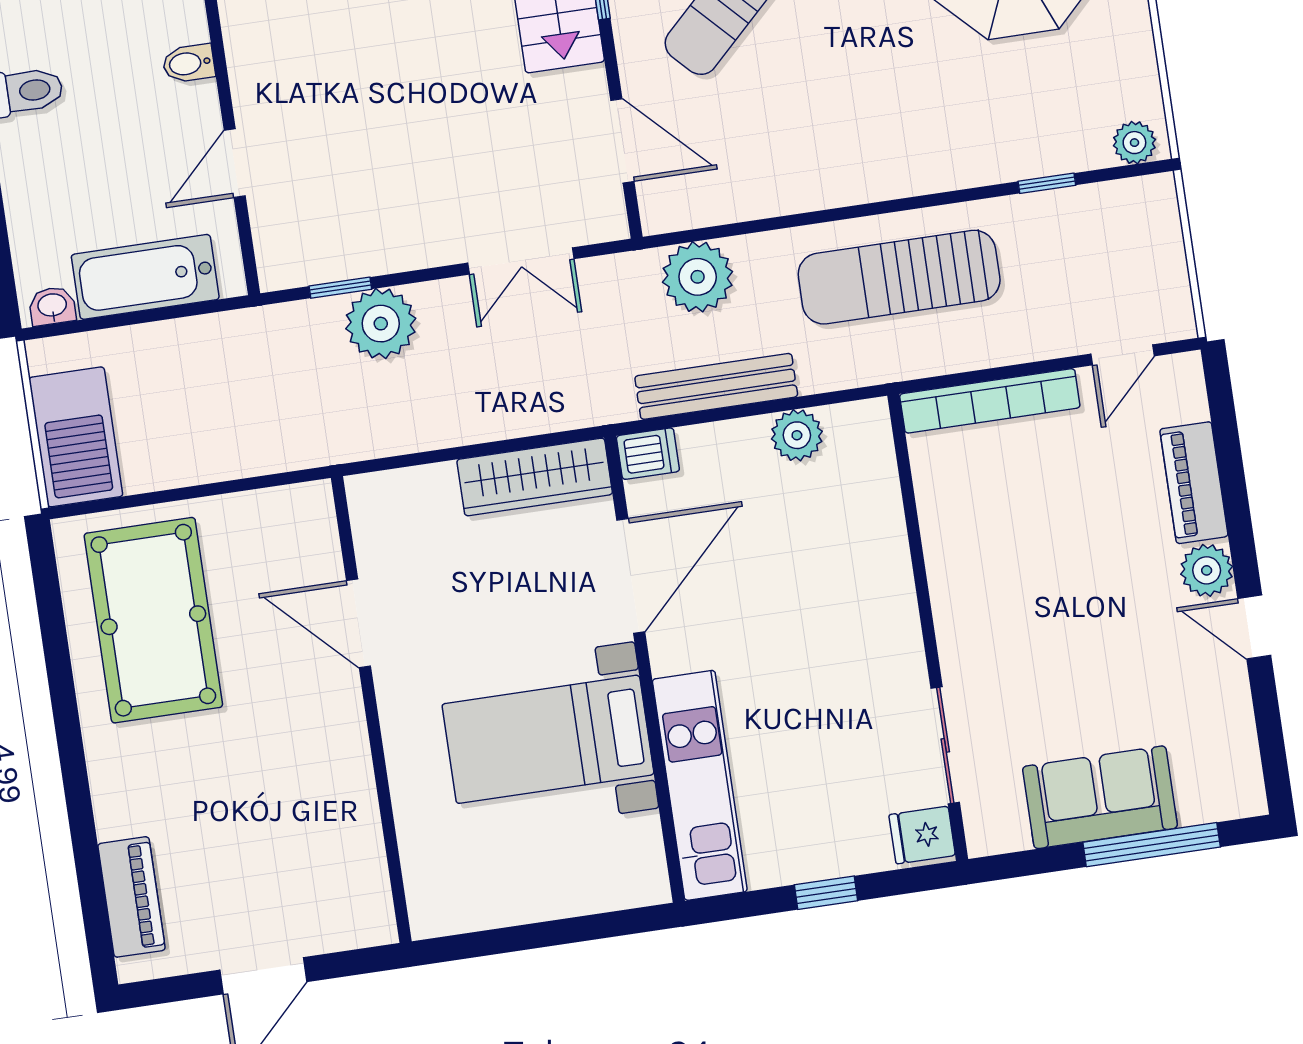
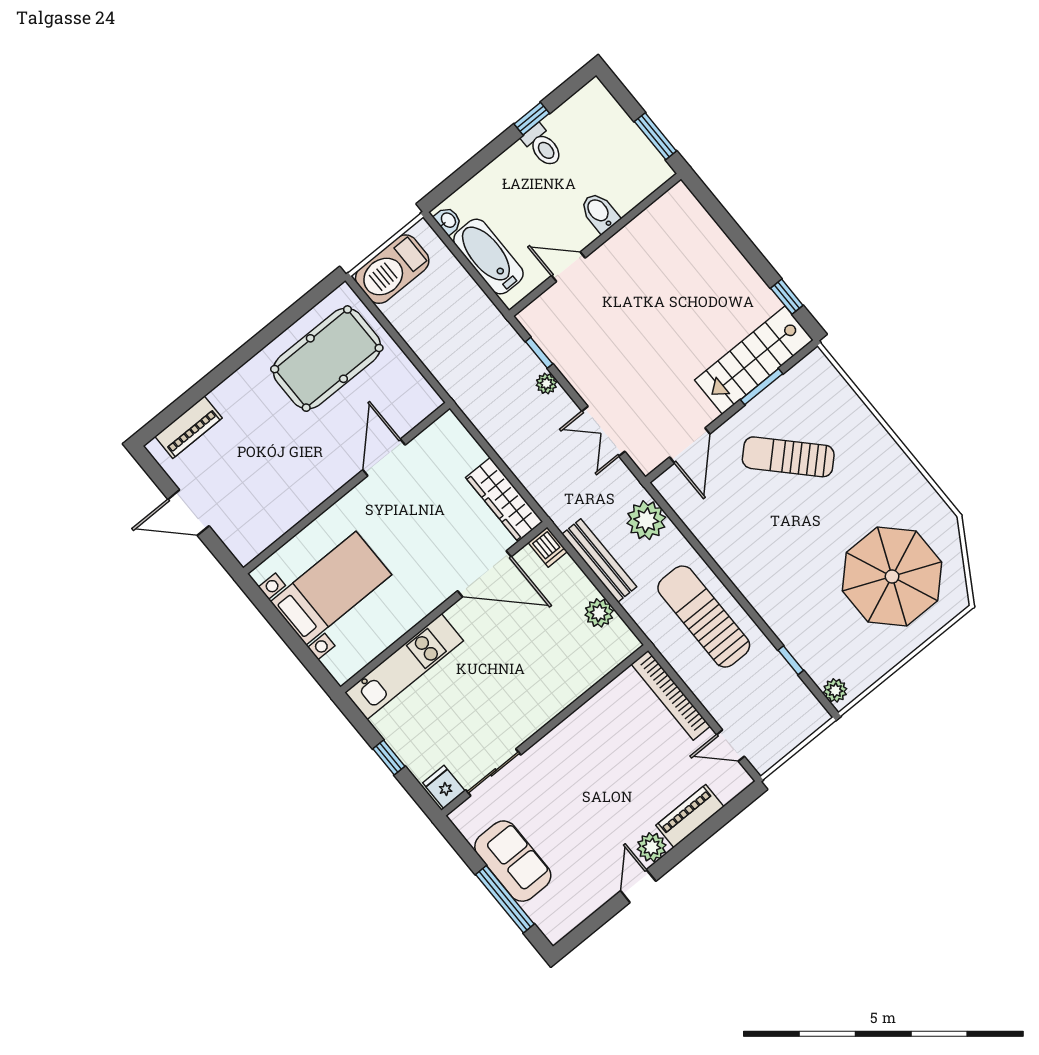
bidet: (189, 63) -> (600, 212), width x1.38, depth x1.36
plant: (381, 324) -> (546, 384), width x0.53, depth x0.53
bed with nightstands: (548, 739) -> (331, 588), moved, turned 90

